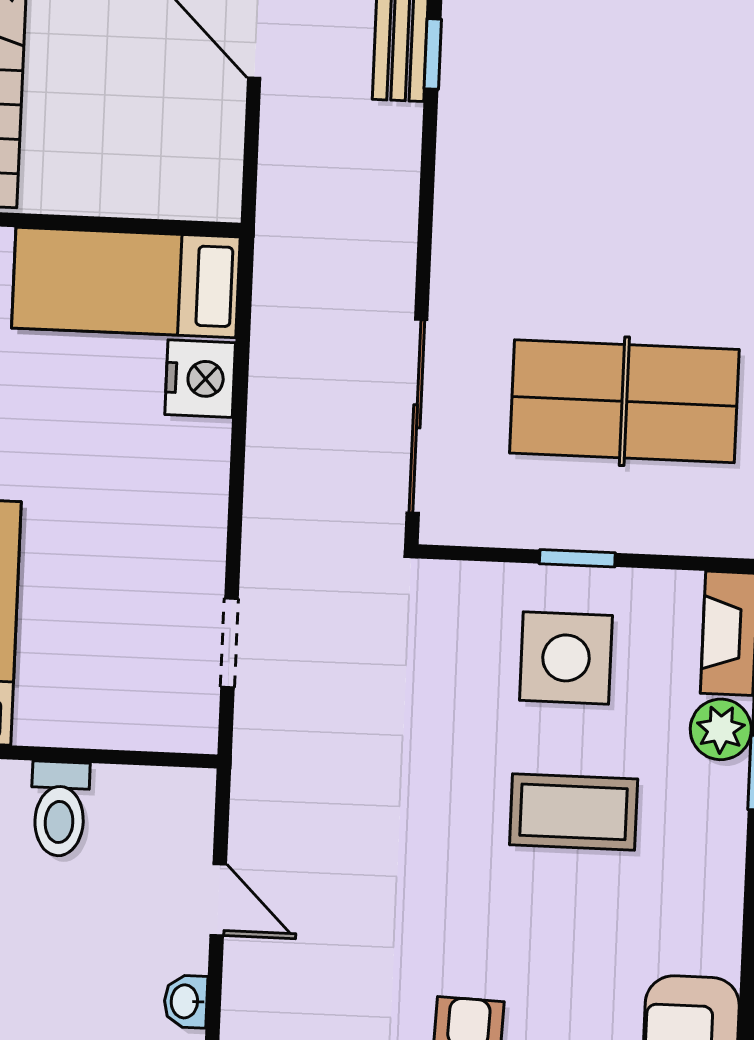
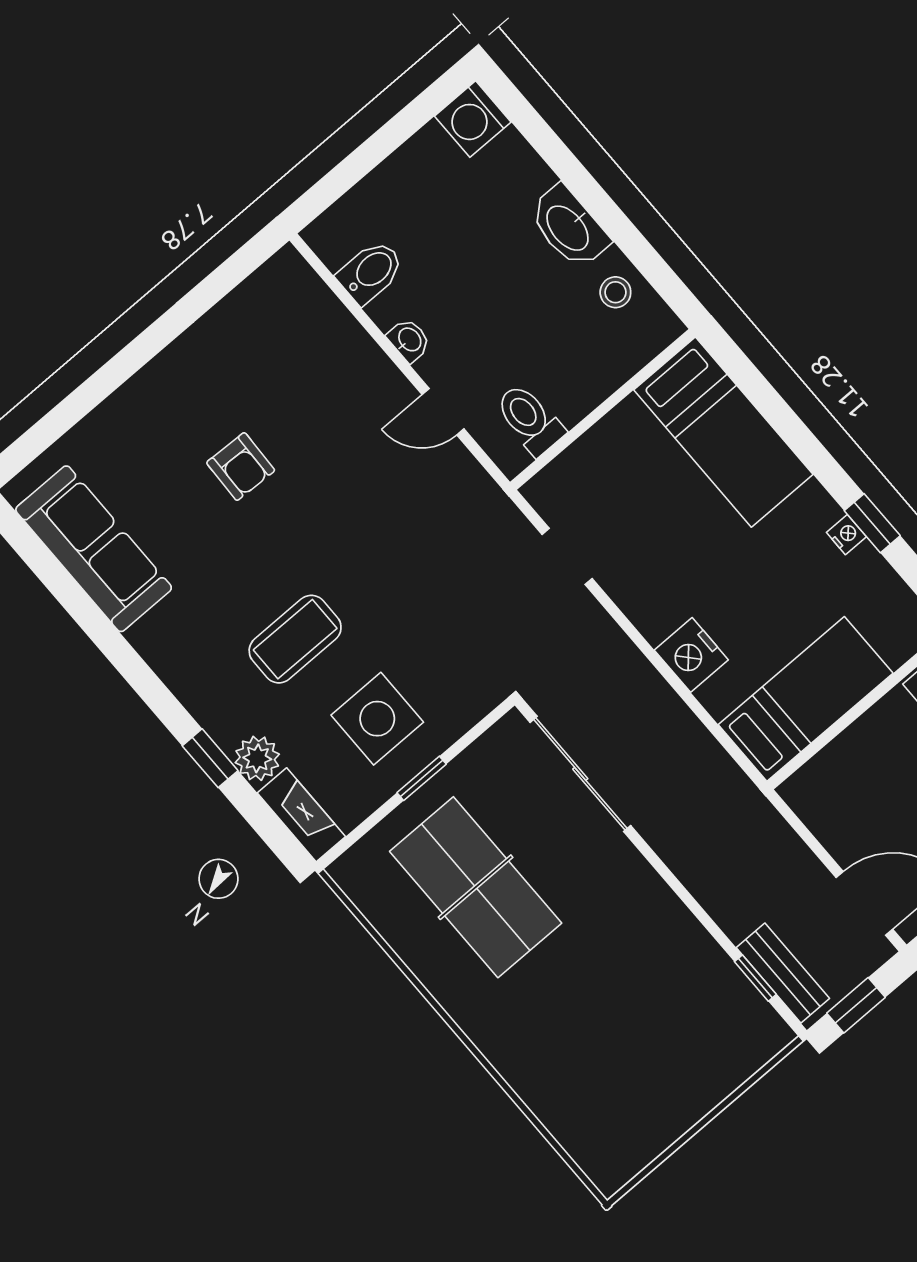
nightstand: (200, 379) -> (691, 655), moved
table tennis table: (624, 401) -> (476, 887), turned 90
toilet: (60, 809) -> (530, 419), moved

